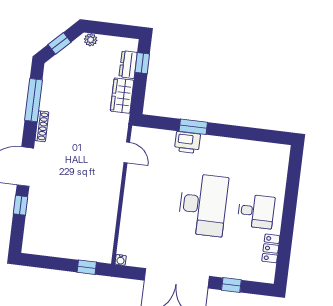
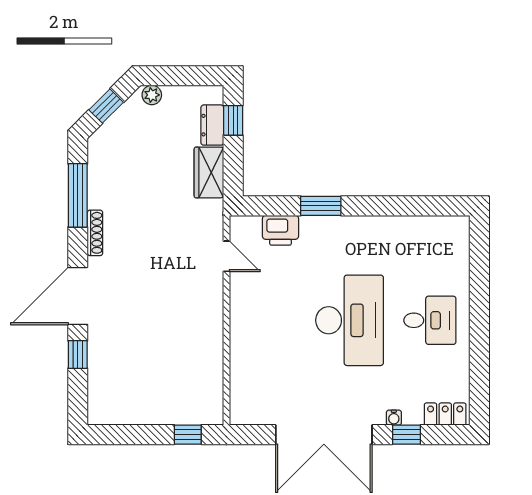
printer: (187, 142) -> (280, 230), moved
locker: (271, 248) -> (445, 414), moved, turned 90
water cooler: (121, 260) -> (394, 418), moved

